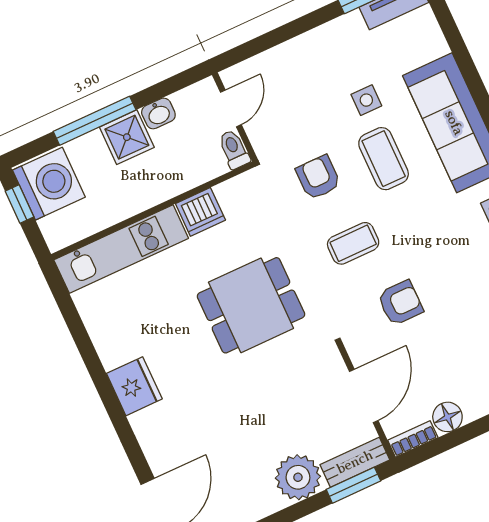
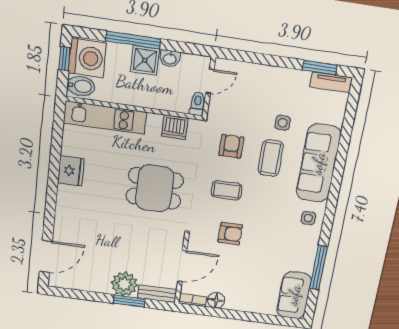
dishwasher: (200, 212) -> (175, 127), moved
bidet: (63, 227) -> (81, 86), added
fridge: (134, 386) -> (71, 171), moved
window: (353, 485) -> (129, 301), moved

